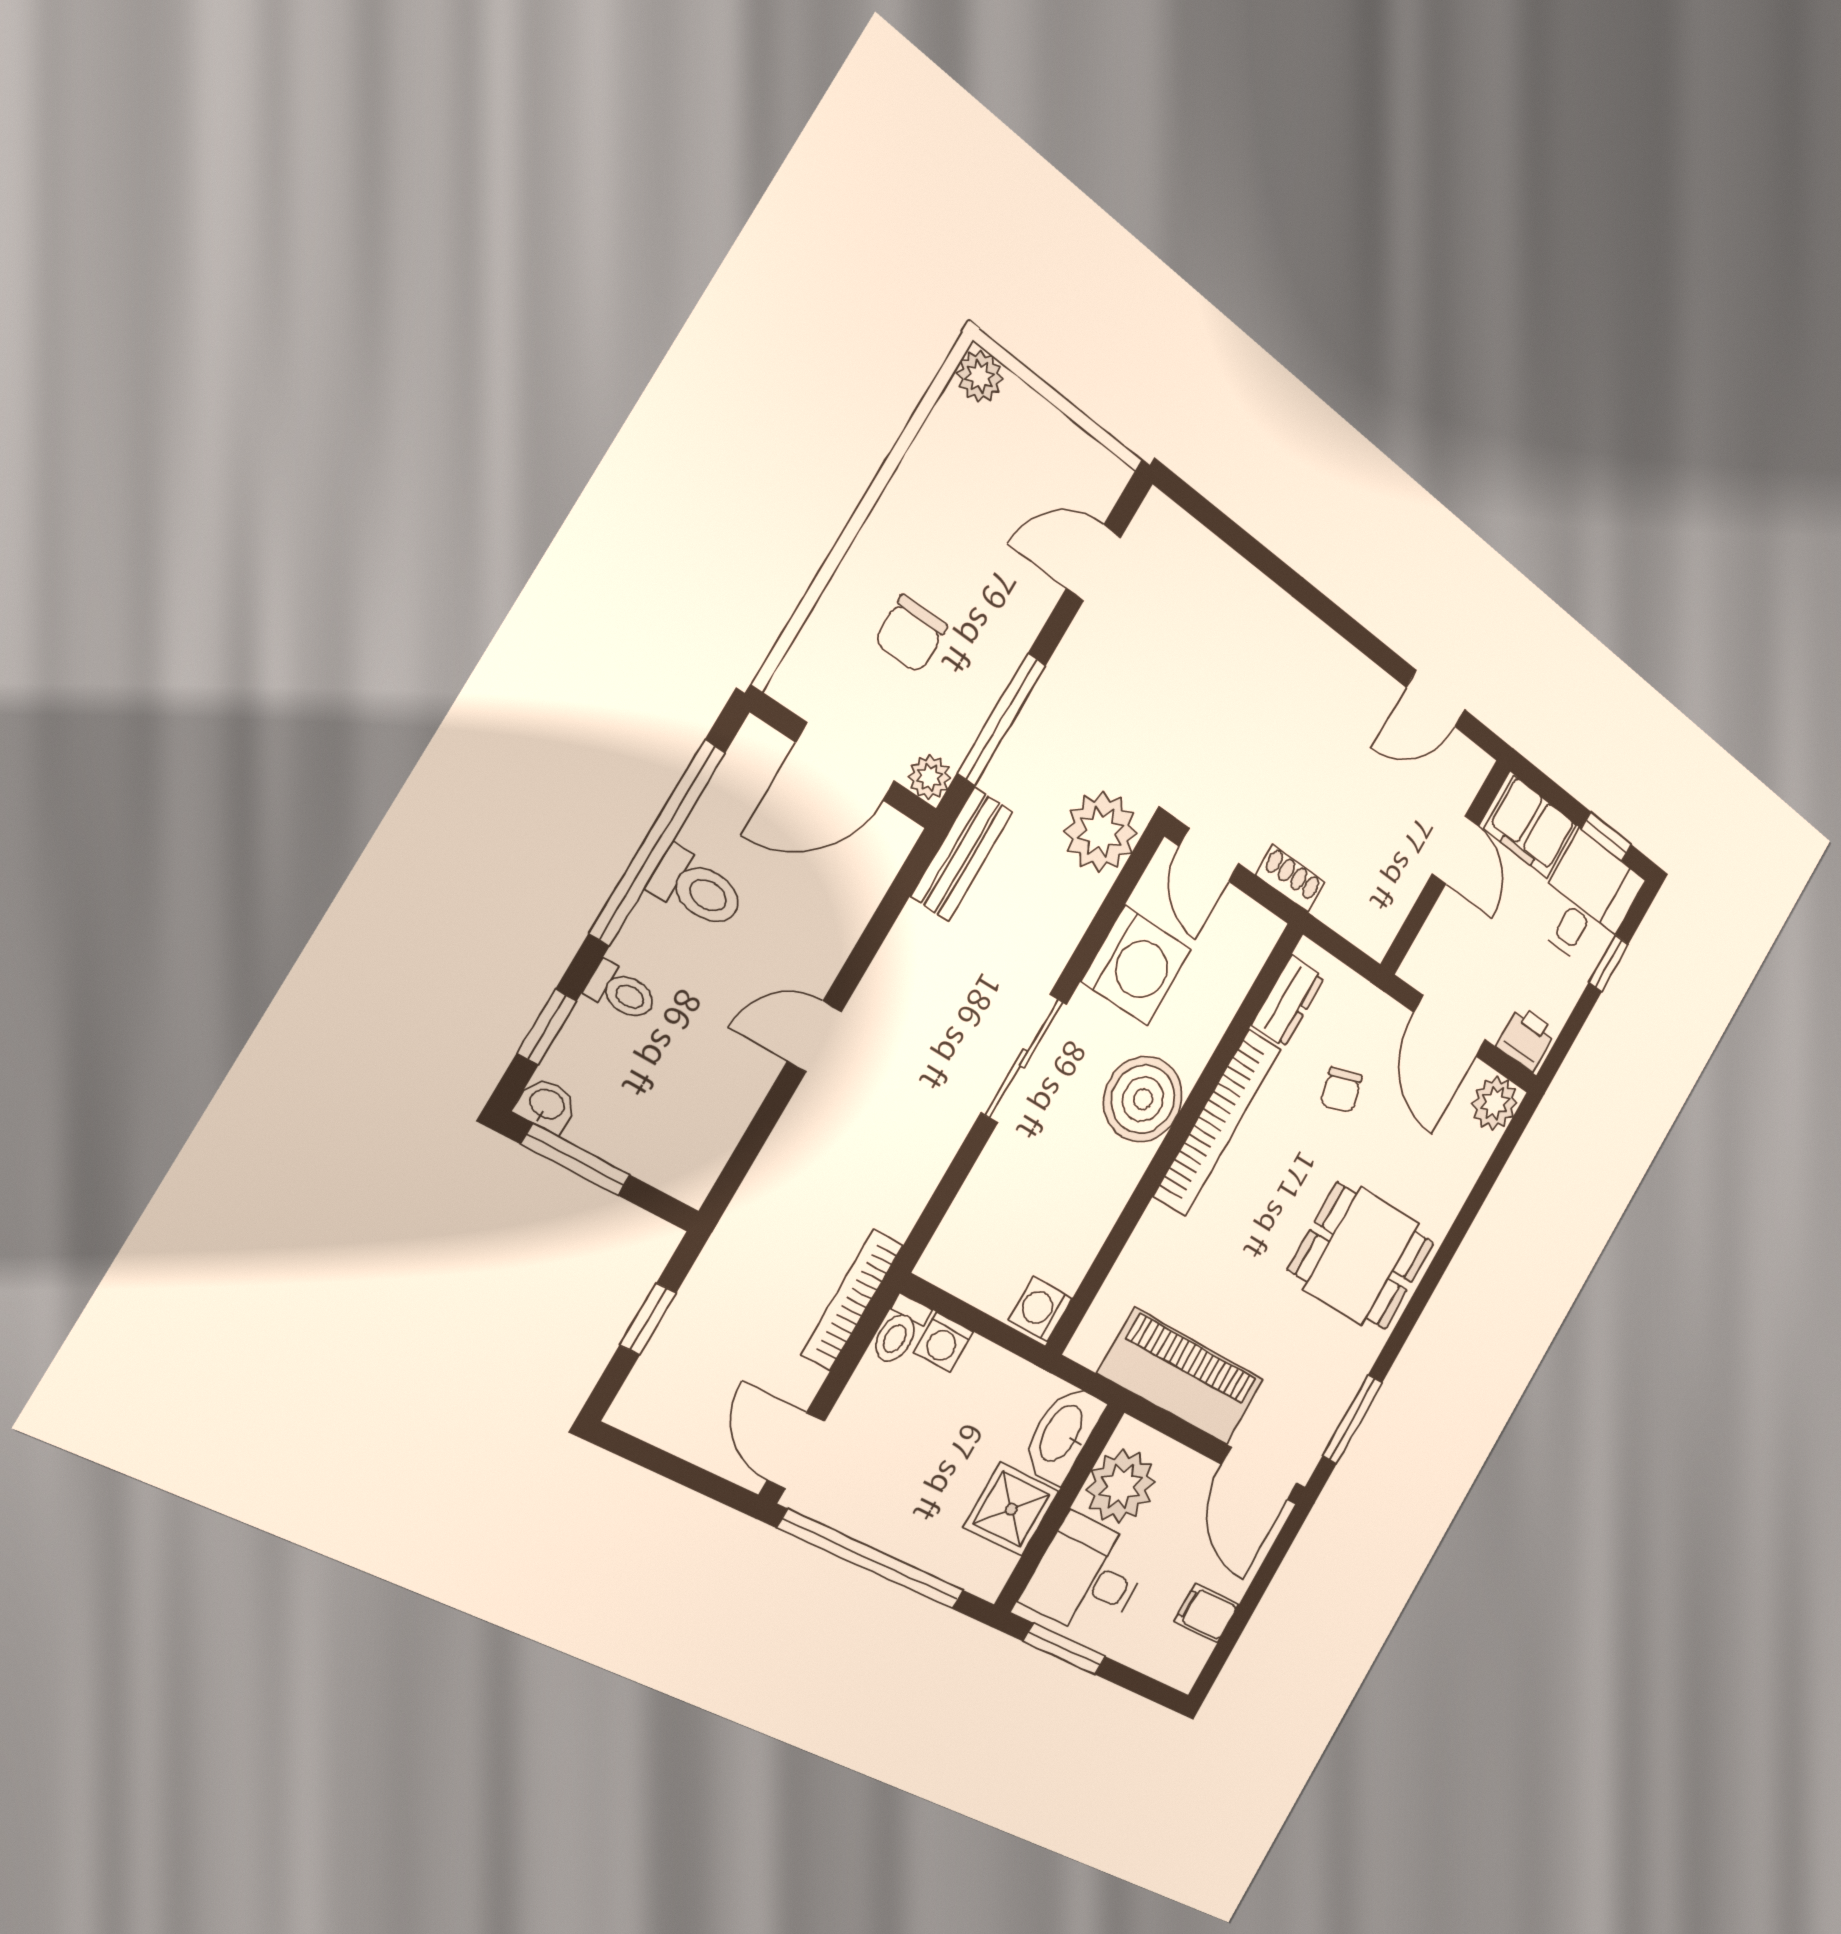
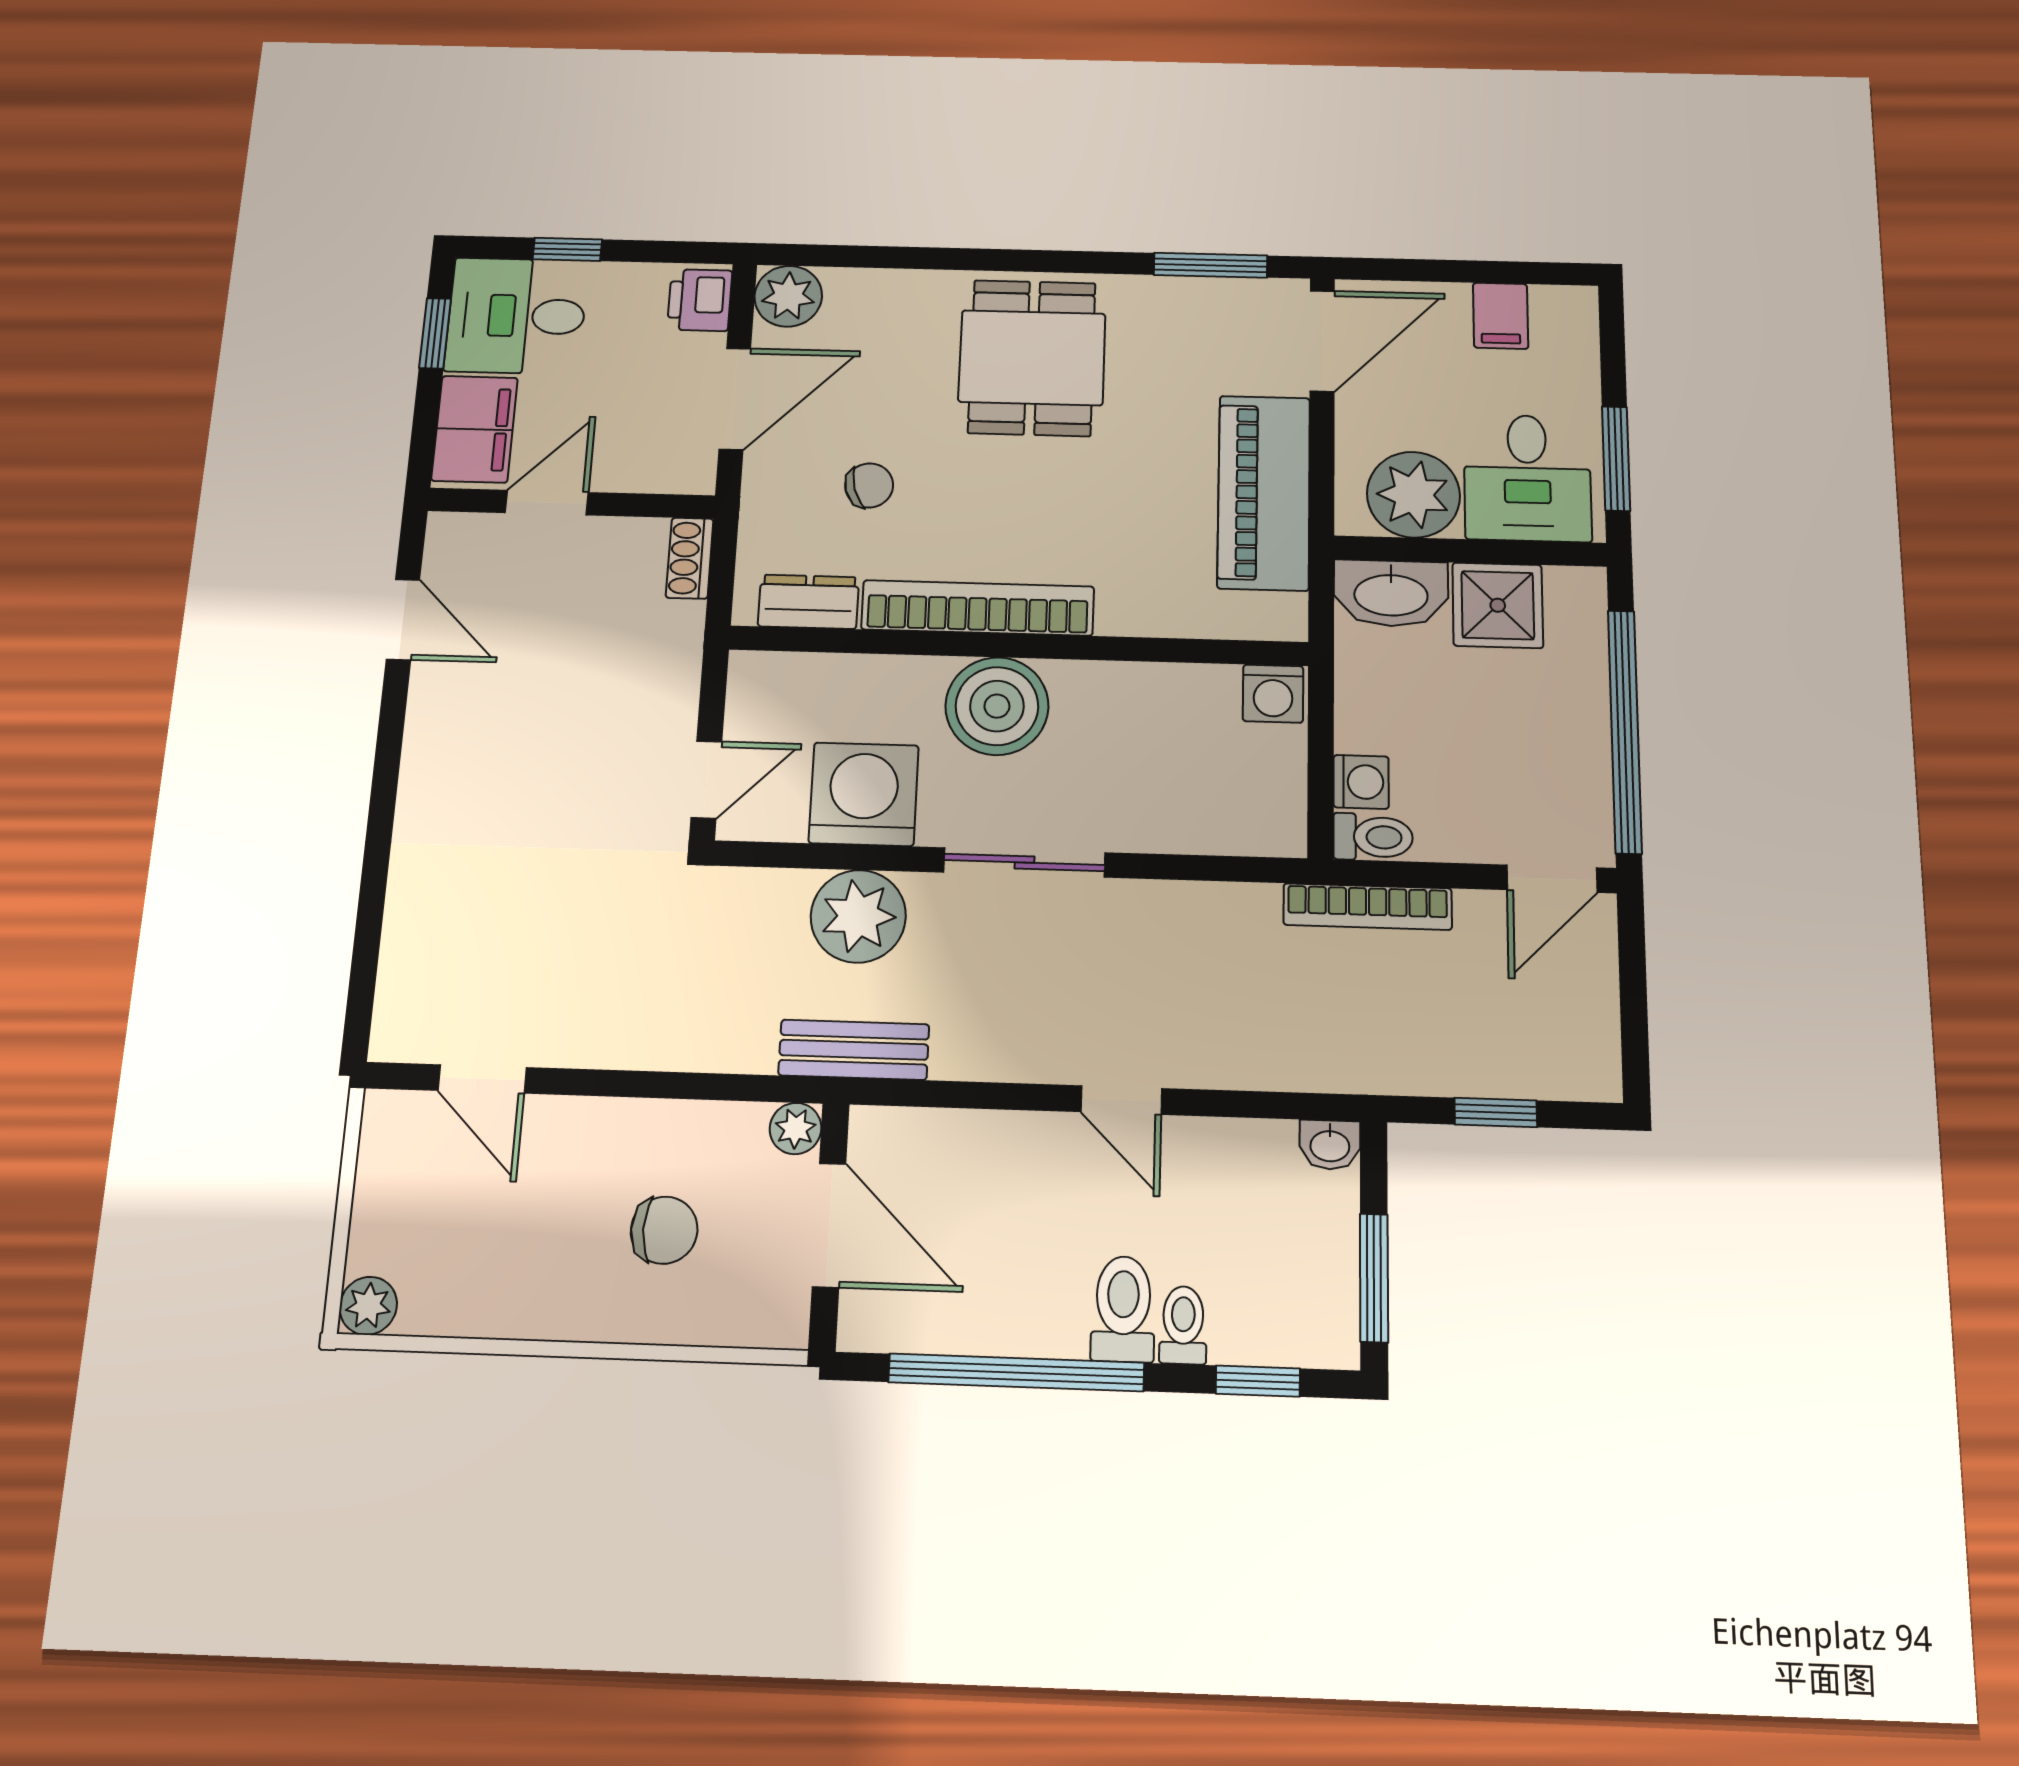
window: (1001, 719) -> (695, 1086), removed
plant: (1101, 832) -> (858, 916), moved
shoe rack: (1290, 879) -> (690, 558), moved
toilet: (697, 889) -> (1123, 1309), moved
washbasin: (546, 1105) -> (1330, 1145), moved, turned -90

